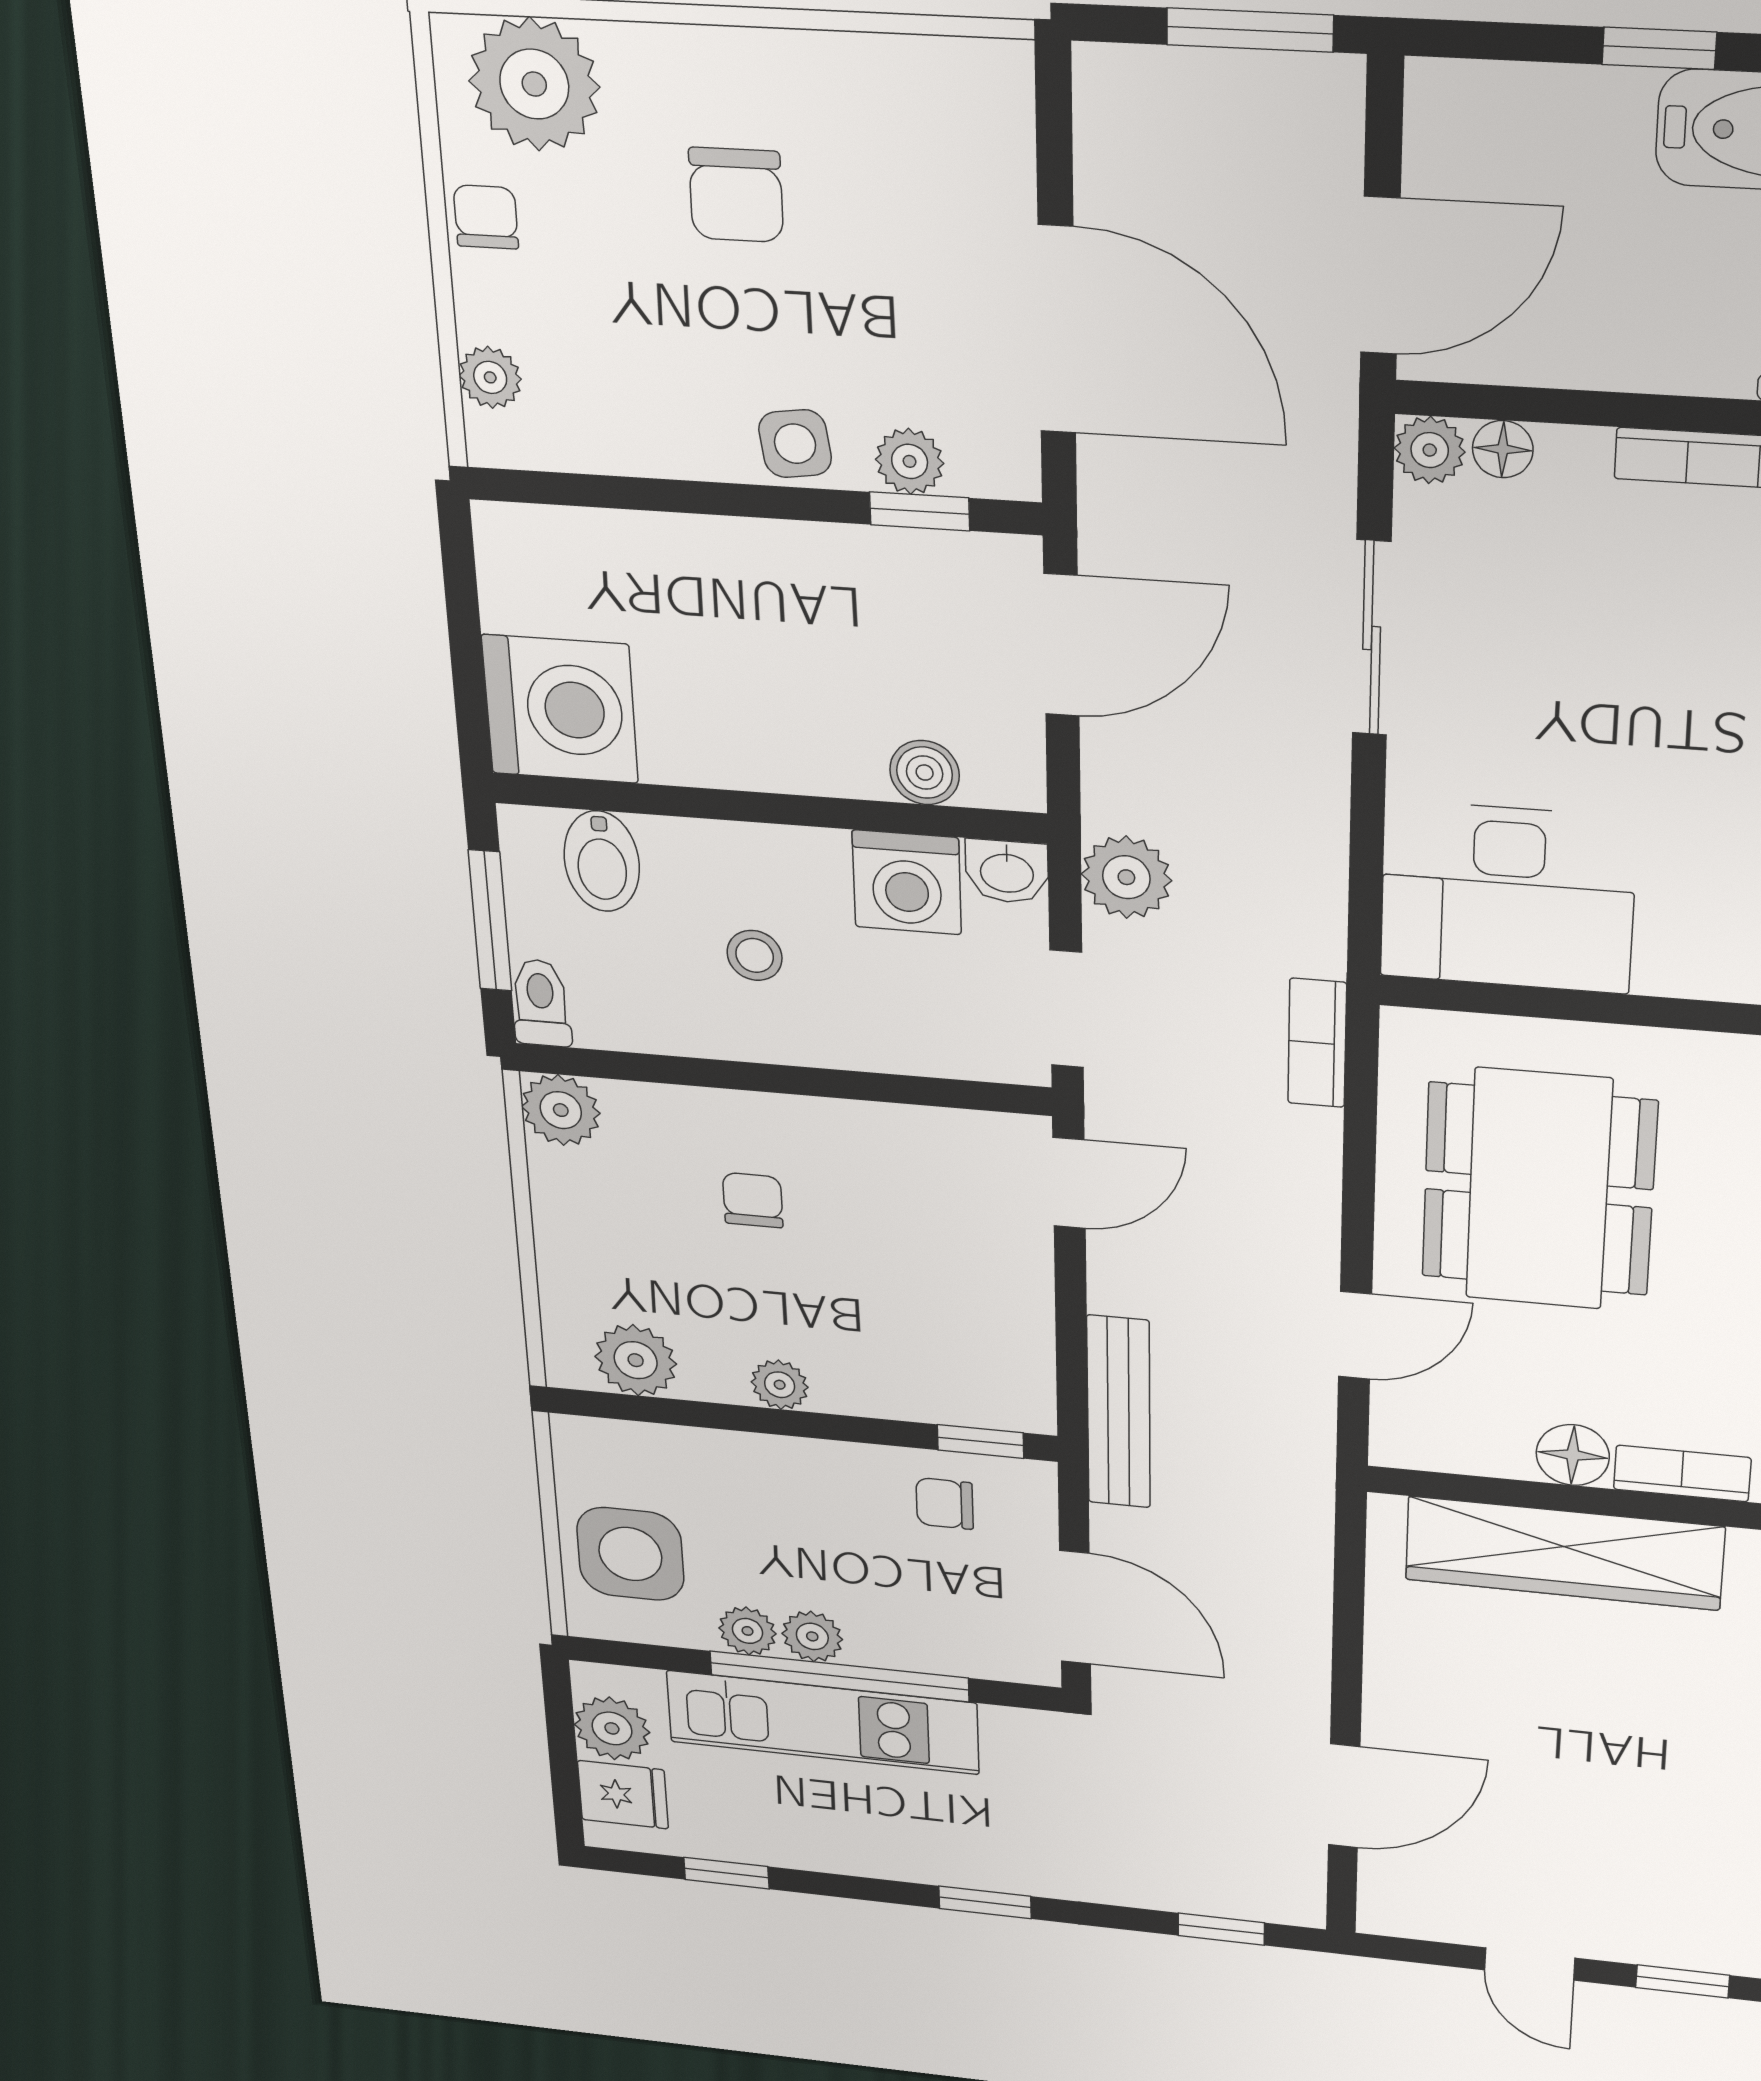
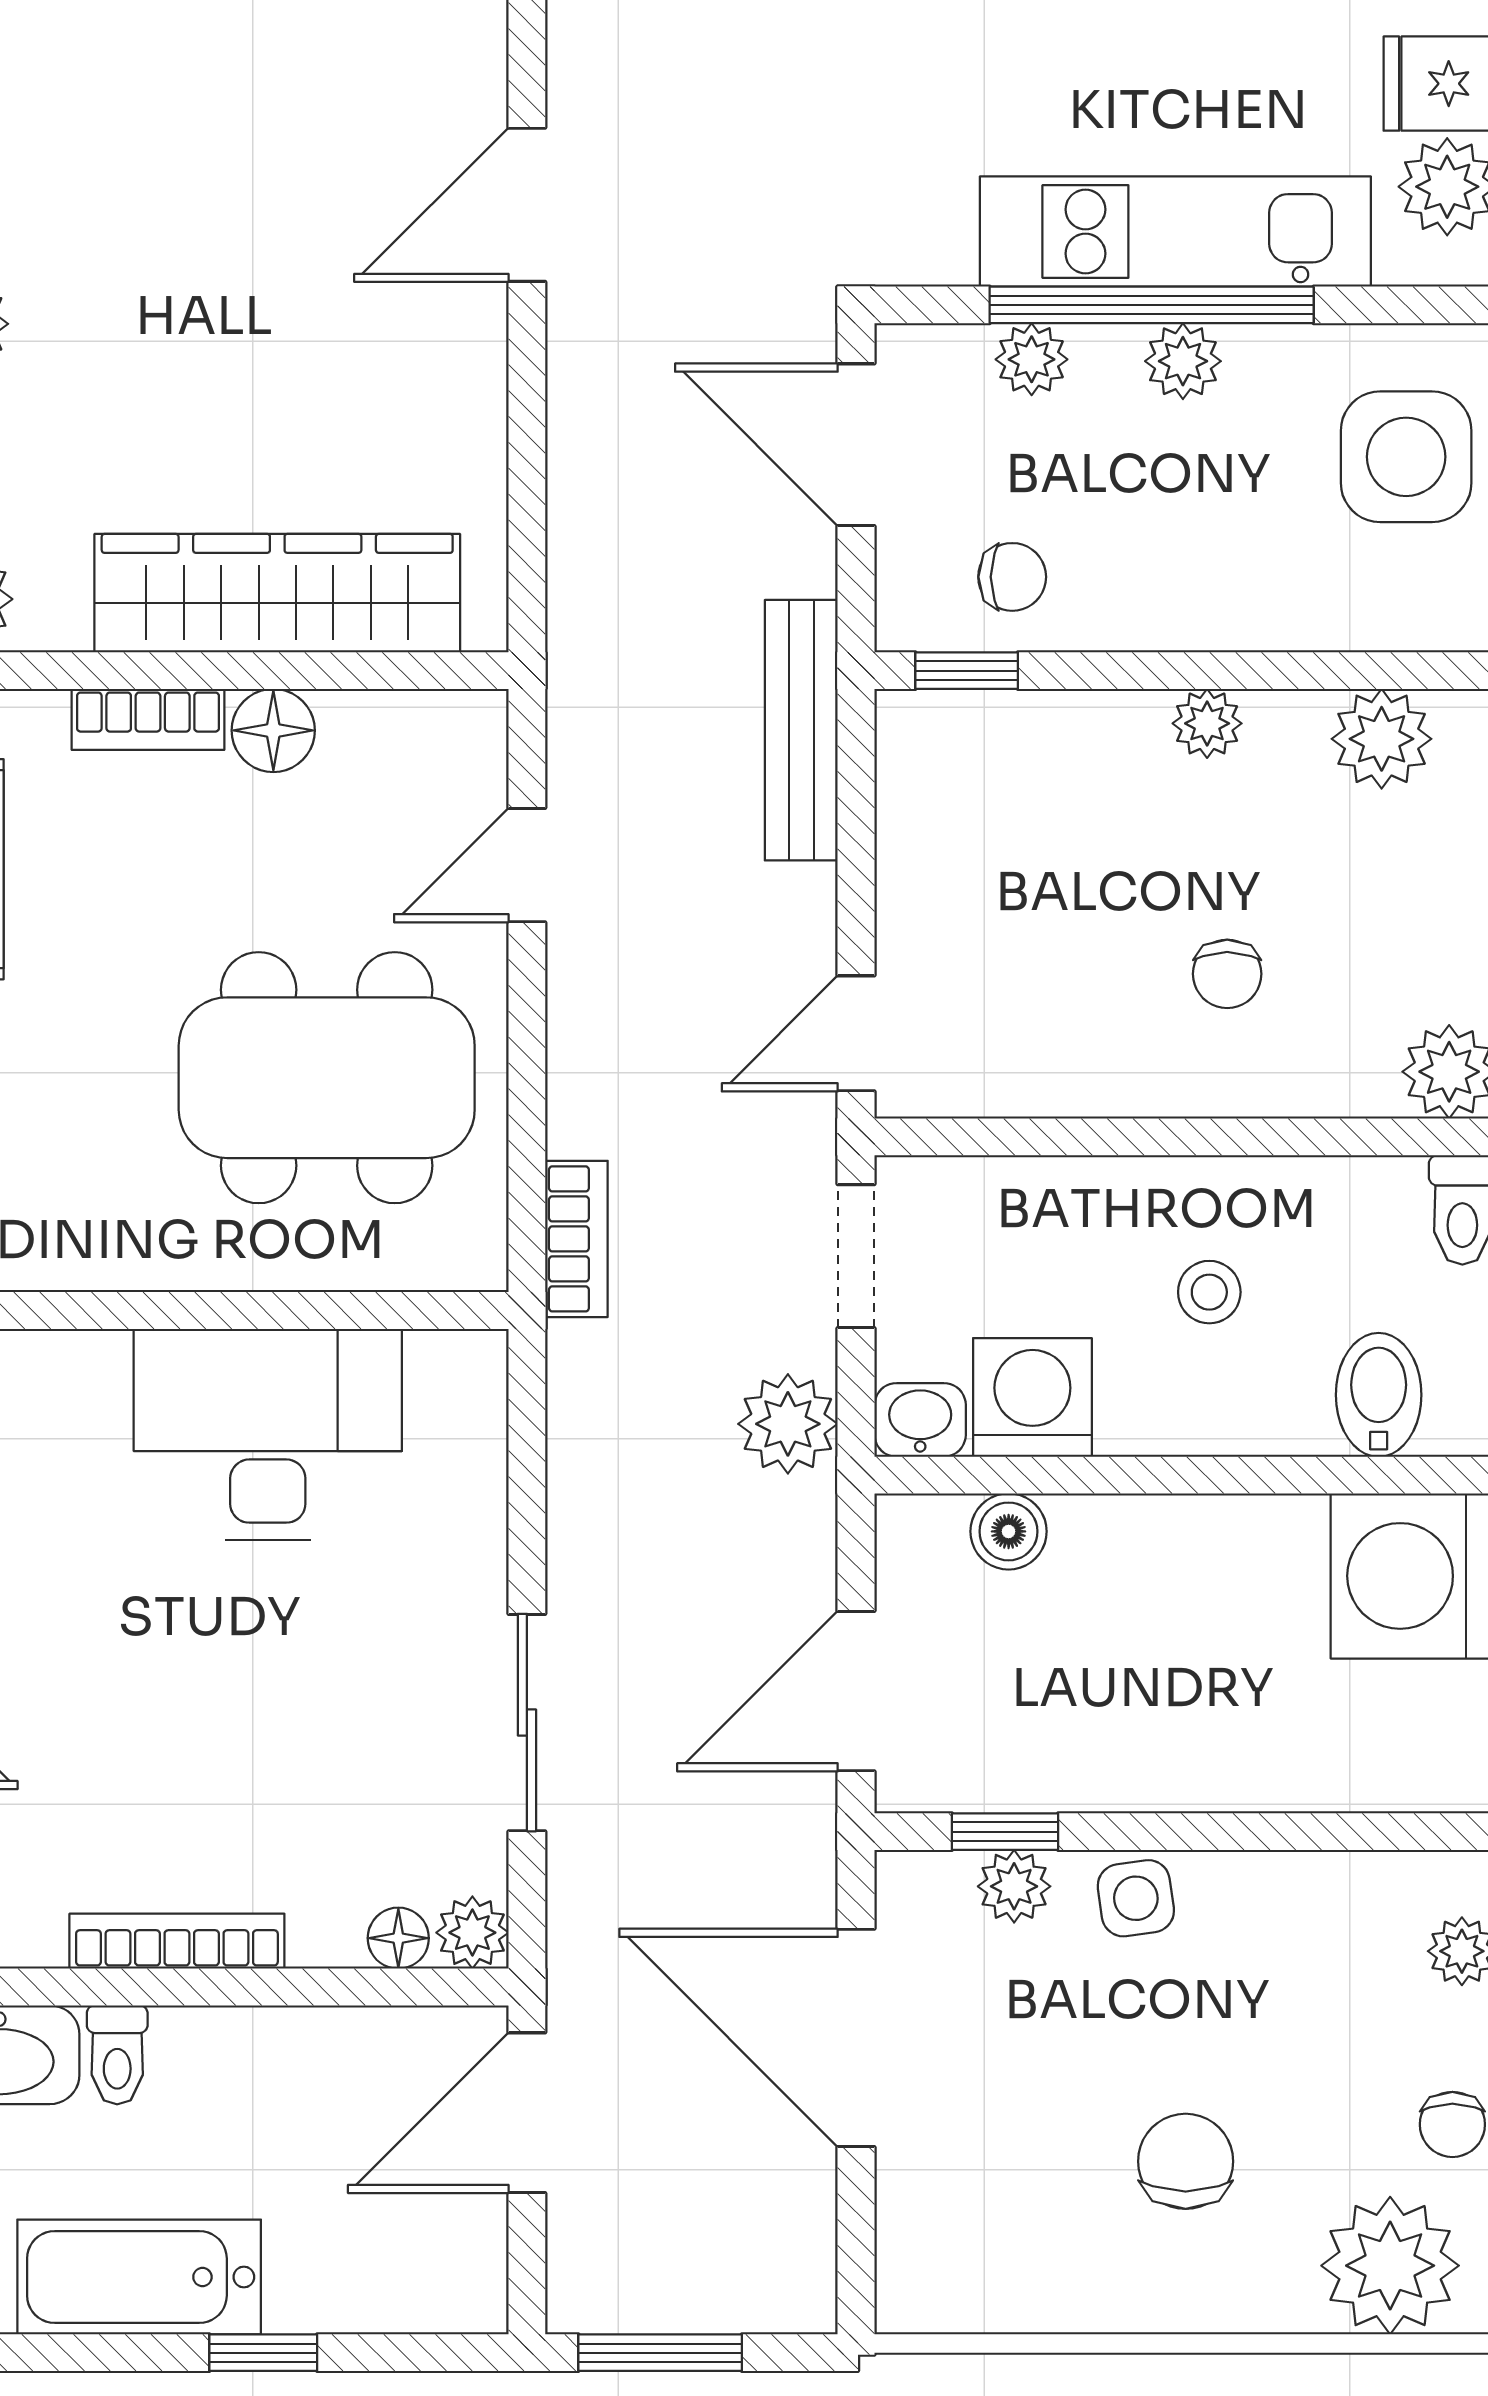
desk: (1508, 897) -> (268, 1434), moved
dining table: (1539, 1189) -> (327, 1078), turned 90
plant: (748, 1631) -> (1032, 359), moved

